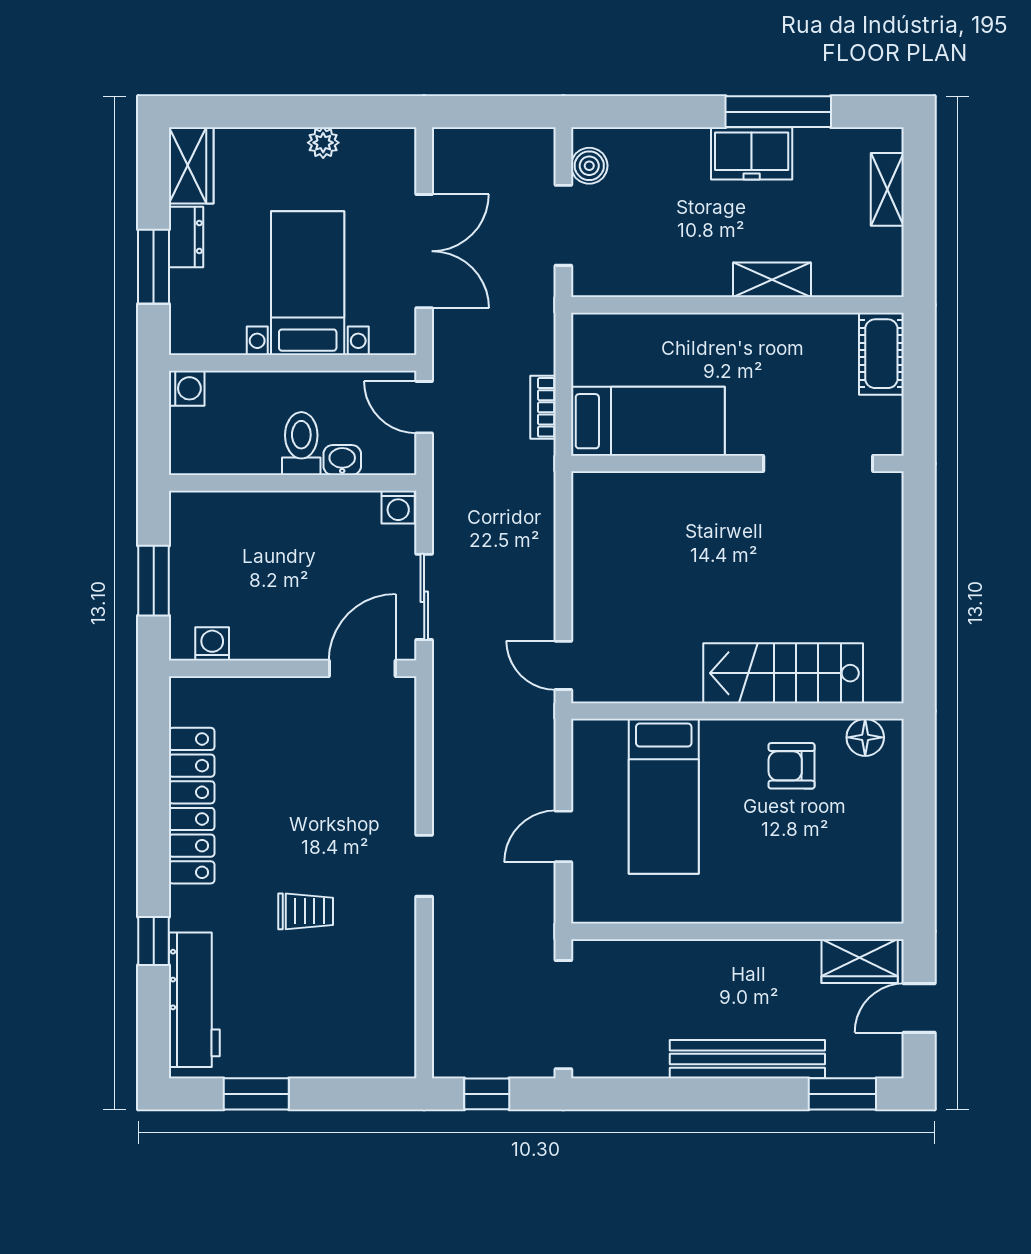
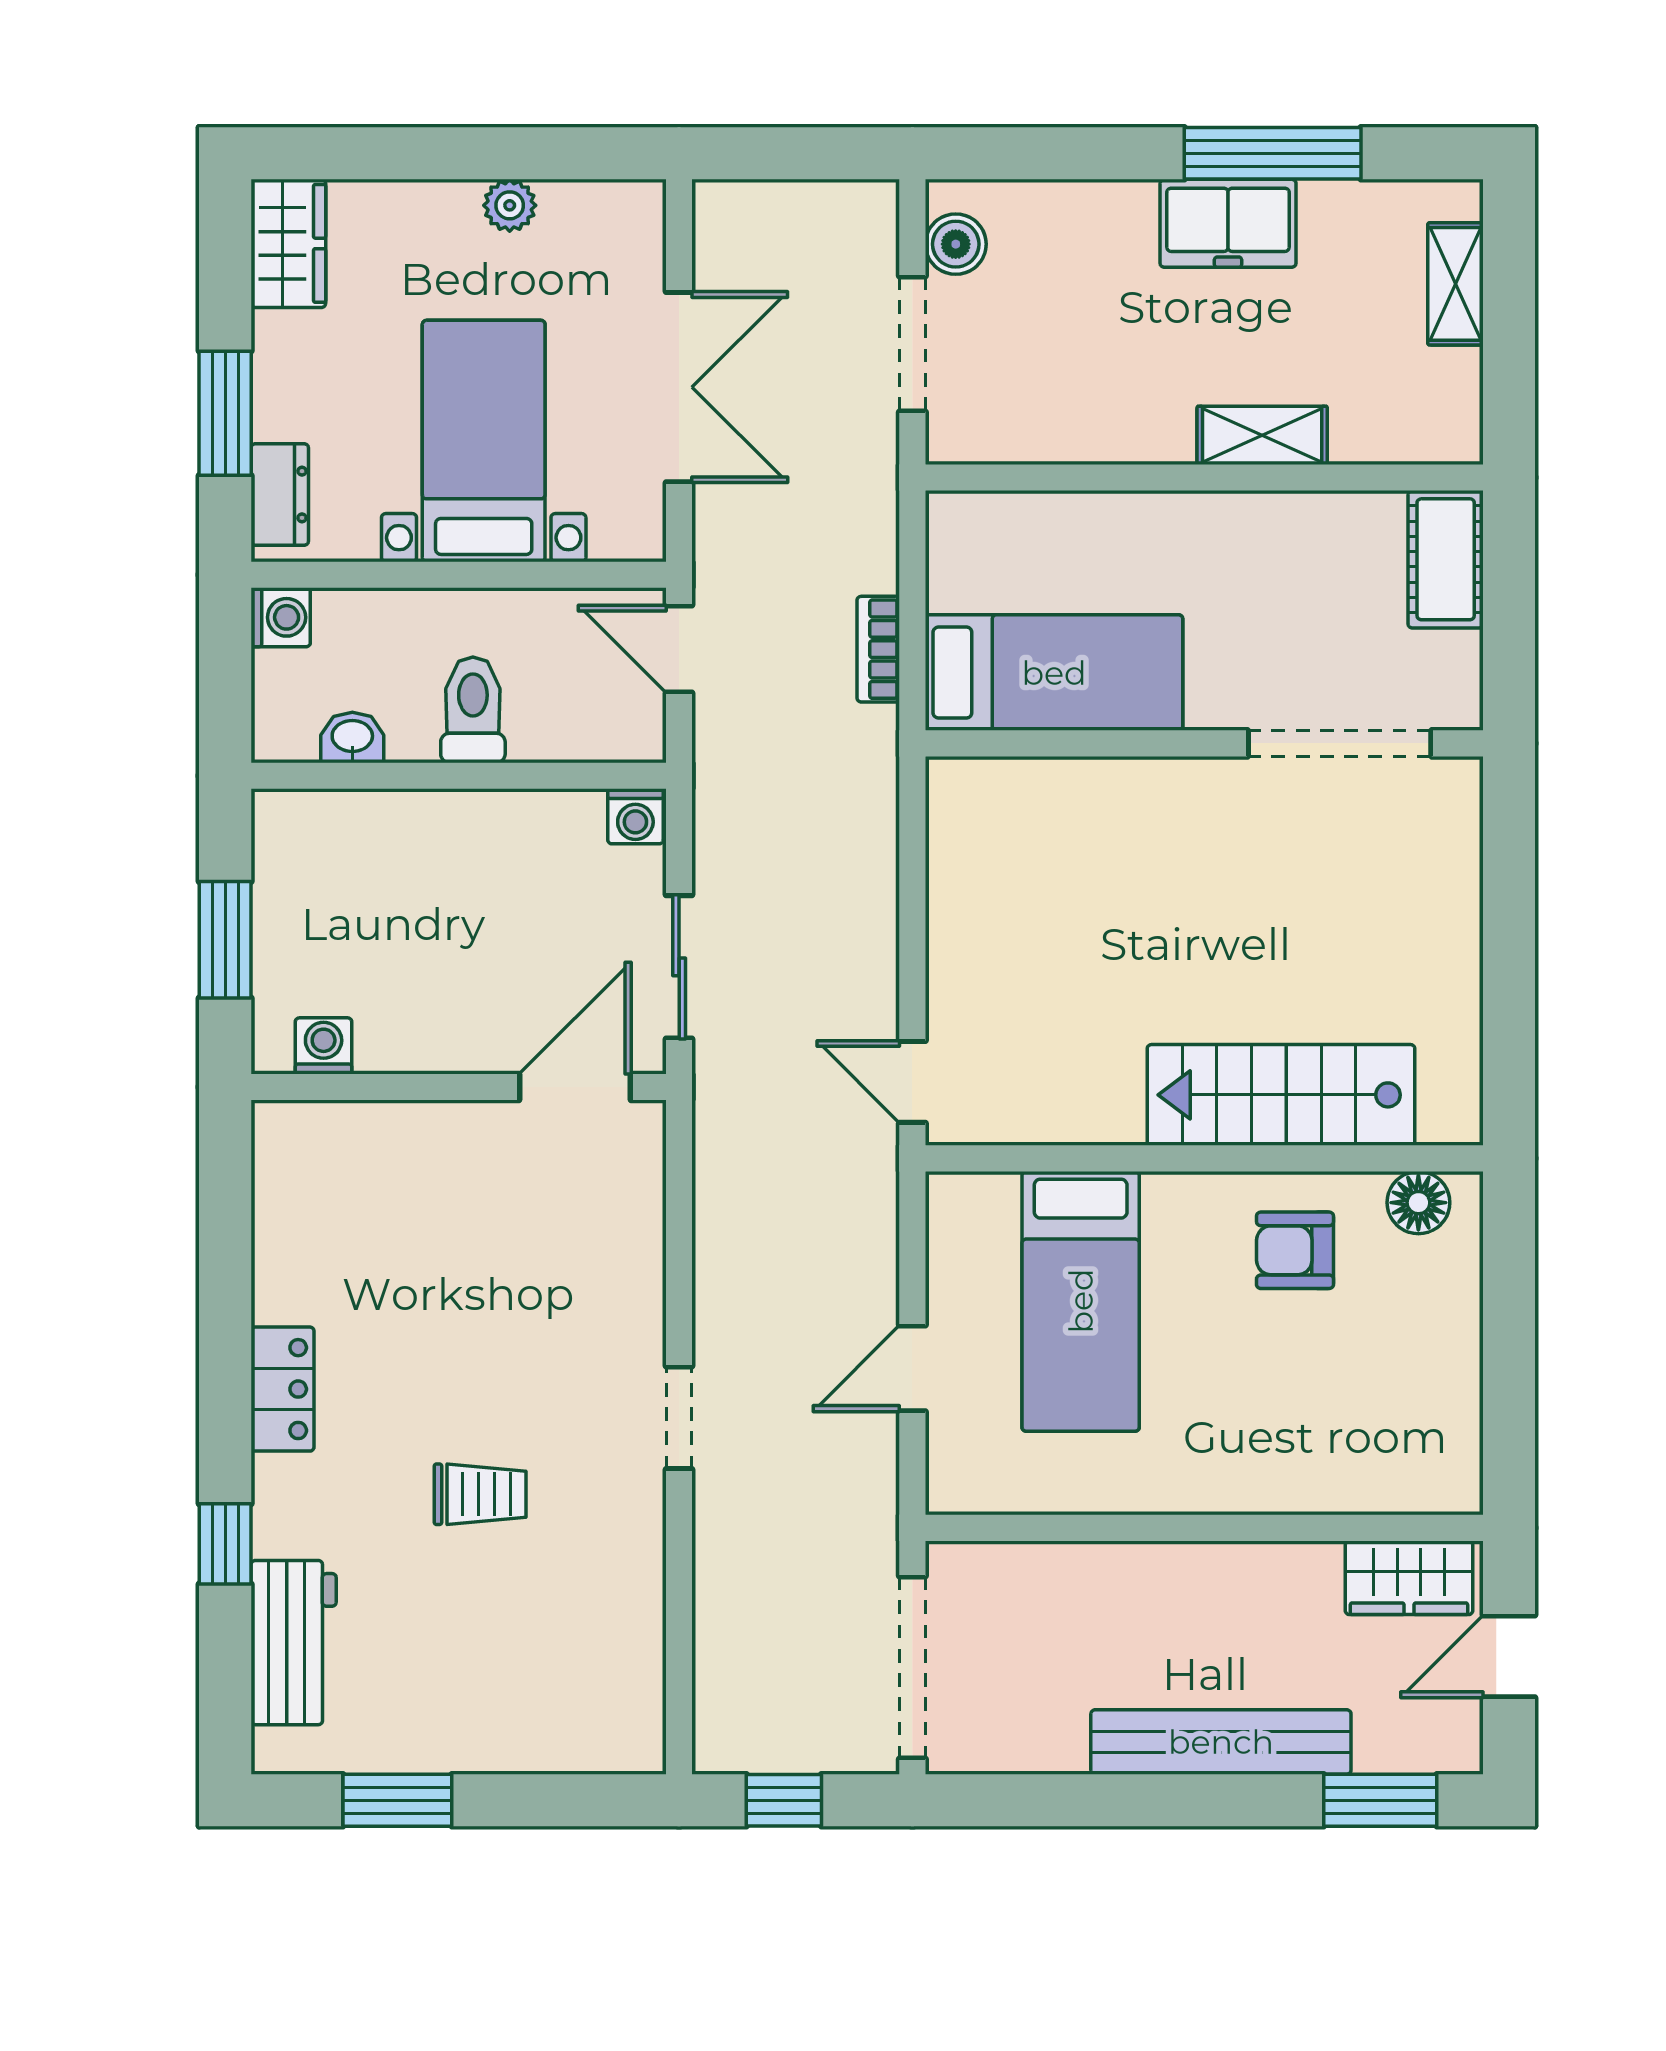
dresser: (186, 237) -> (280, 494), moved
washbasin: (342, 460) -> (352, 738), moved
locker: (192, 806) -> (282, 1389), width x0.46, depth x0.83
workbench: (194, 1000) -> (294, 1643), width x0.73

